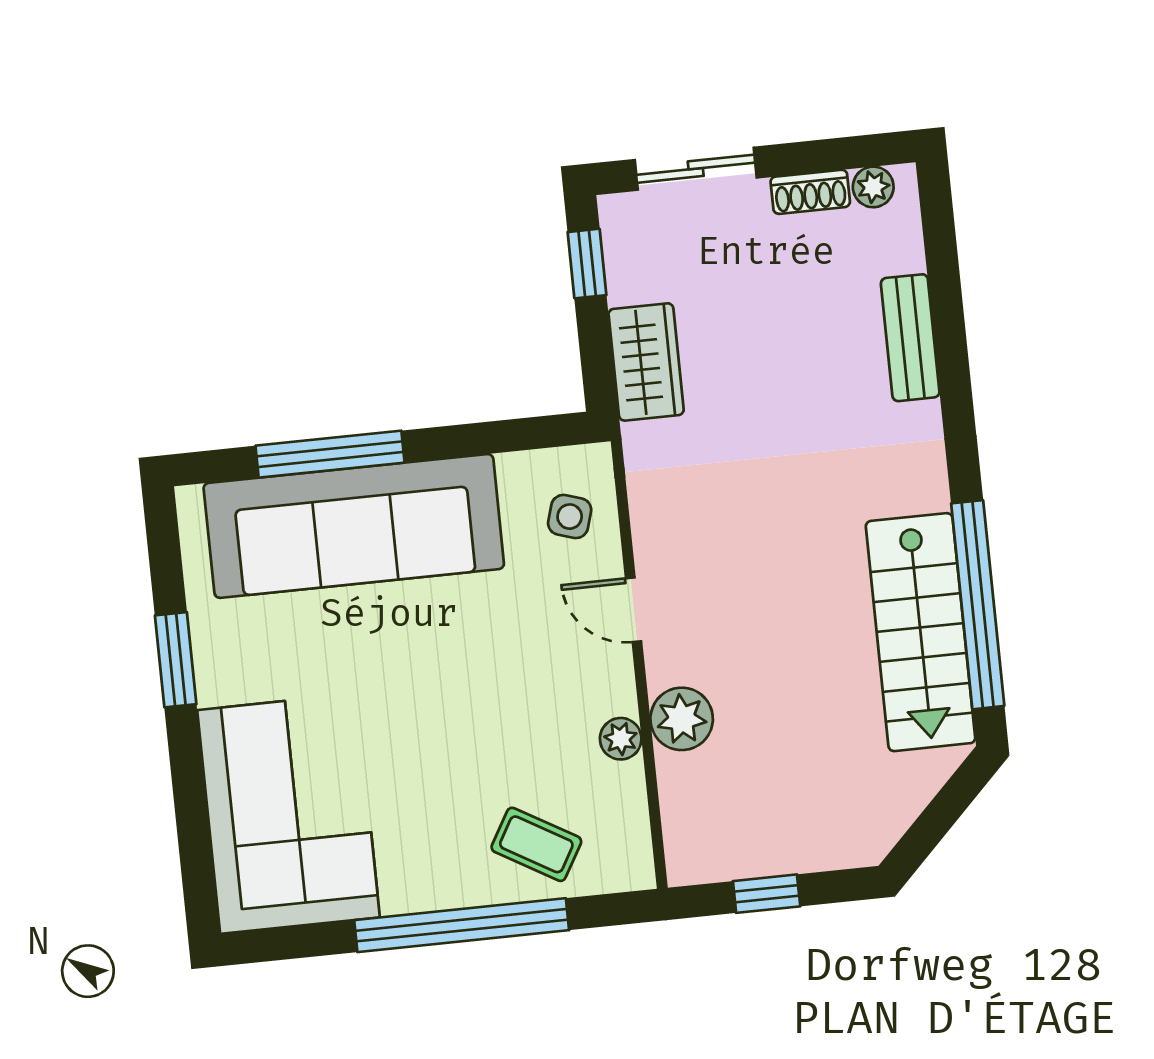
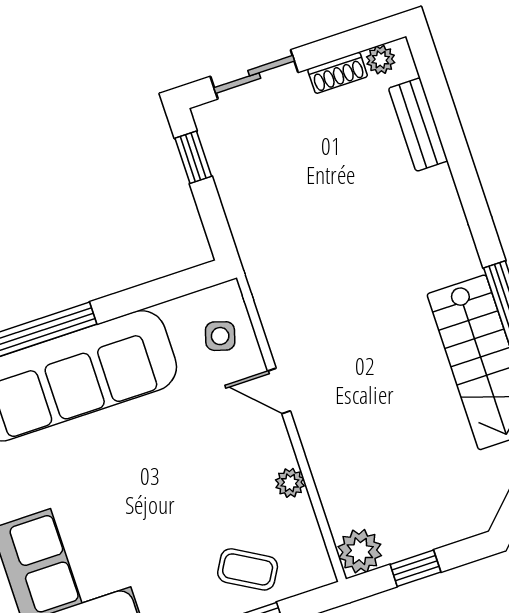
bench: (910, 338) -> (418, 125), moved
wardrobe: (646, 362) -> (250, 217), removed
plant: (682, 719) -> (360, 551), moved

